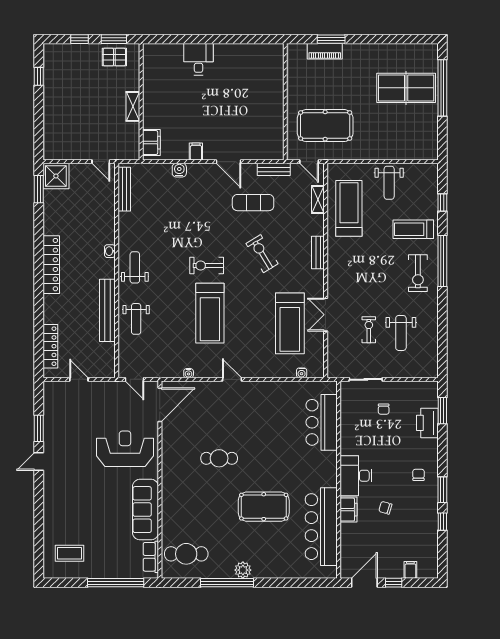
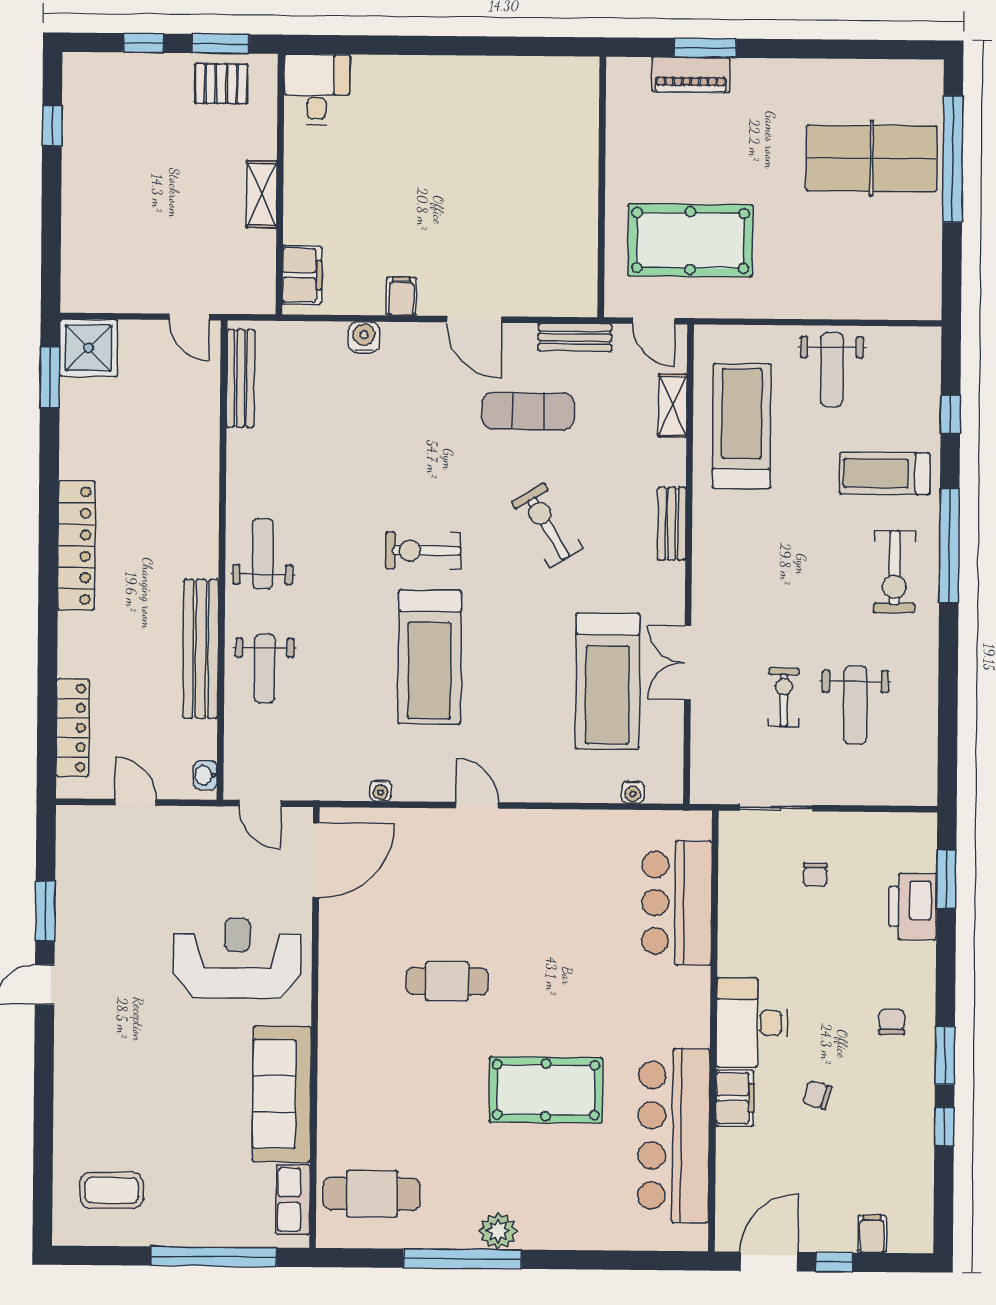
desk: (198, 59) -> (317, 89), moved
washbasin: (110, 251) -> (205, 775), moved

